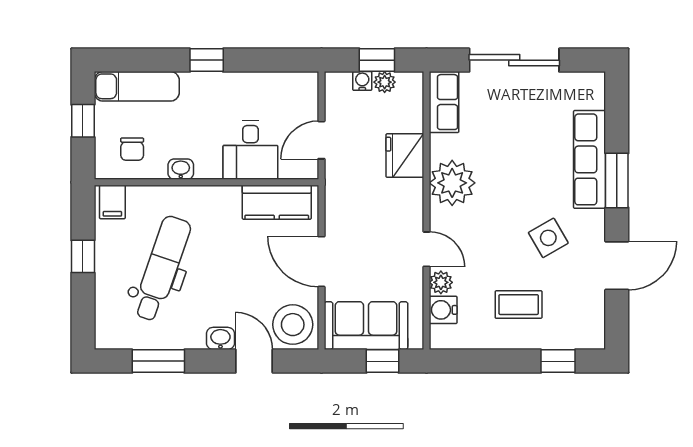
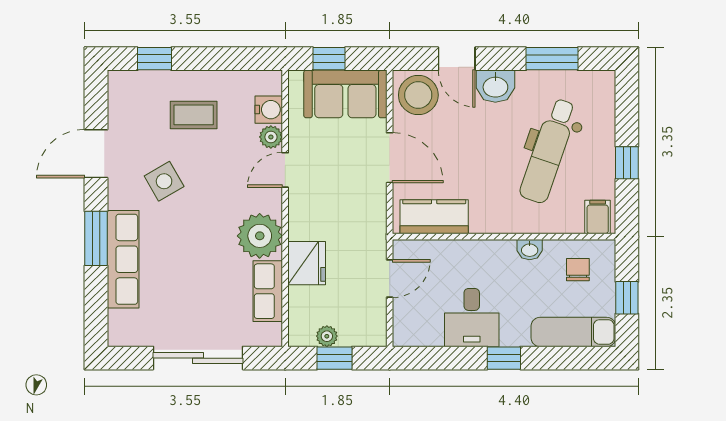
water cooler: (362, 81) -> (349, 337), removed
row of seats: (444, 102) -> (268, 291), moved
desk: (250, 150) -> (472, 318), moved, turned 180
door: (427, 249) -> (285, 170), hinge flipped
washbasin: (220, 338) -> (495, 86), width x1.38, depth x1.45

